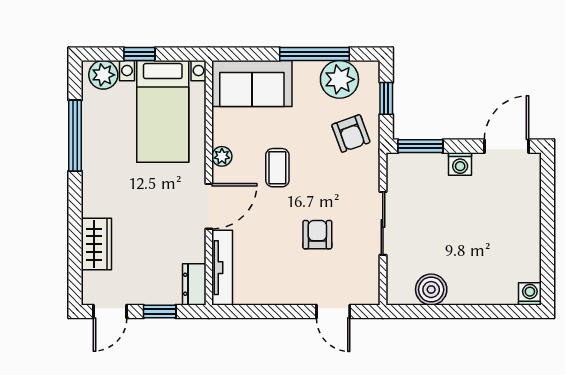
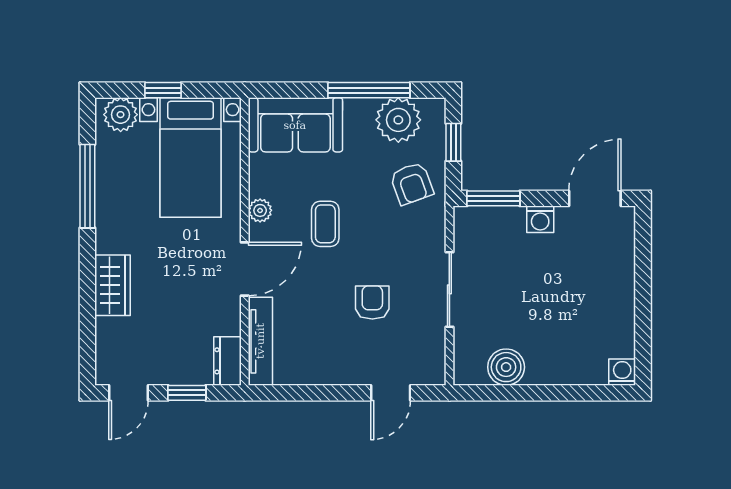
wardrobe: (96, 244) -> (112, 285), moved
door: (333, 311) -> (391, 393), hinge flipped

